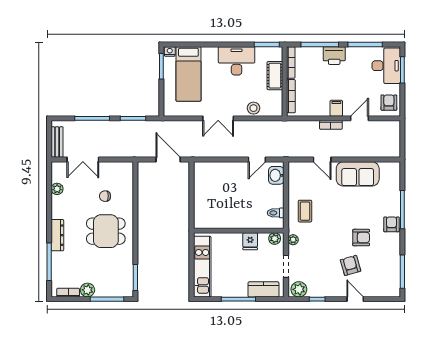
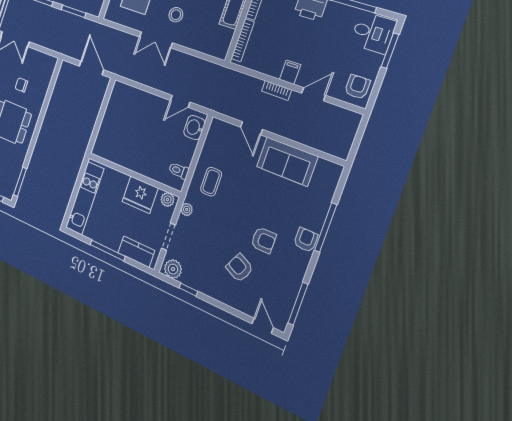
desk: (386, 66) -> (373, 33), width x0.73
stool: (253, 108) -> (176, 15), moved
fridge: (250, 241) -> (140, 195), width x1.88, depth x1.34
armchair: (351, 265) -> (240, 268), turned -48
door: (355, 299) -> (263, 326), moved

